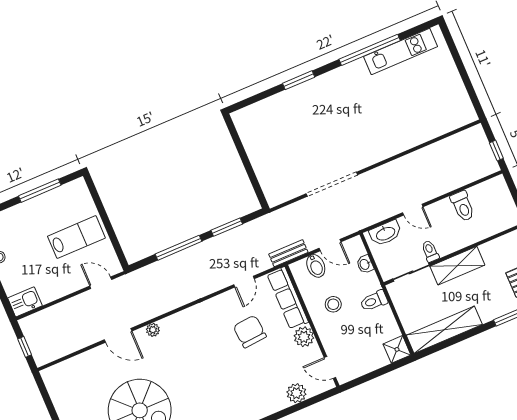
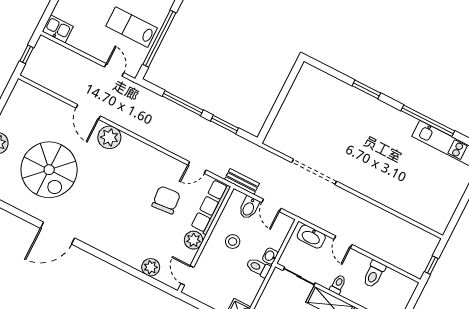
window: (106, 221) -> (159, 39), added
lab bench: (76, 237) -> (132, 27), turned 180
toilet: (430, 251) -> (338, 284), moved
washbasin: (365, 264) -> (270, 256), moved
plant: (153, 330) -> (109, 137), width x1.88, depth x1.88

